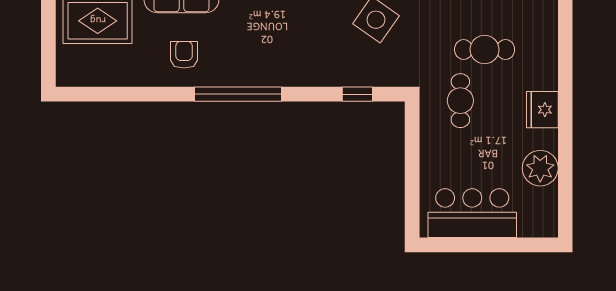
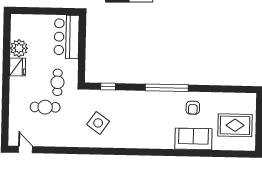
fridge: (542, 110) -> (18, 67), moved
bar counter: (472, 213) -> (67, 37), moved, turned 90

